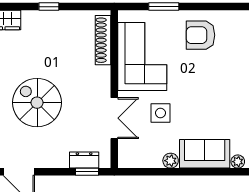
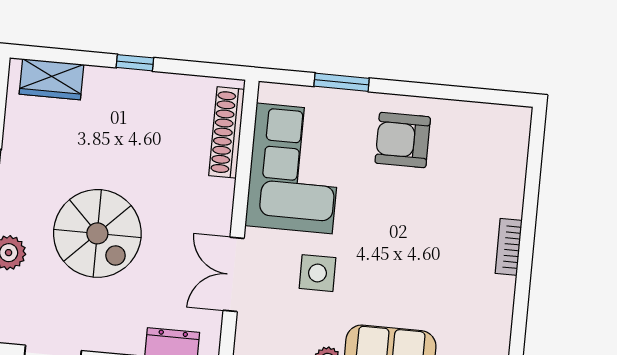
spiral stairs: (37, 103) -> (97, 233), turned 180
double door: (114, 118) -> (234, 274), swing flipped

